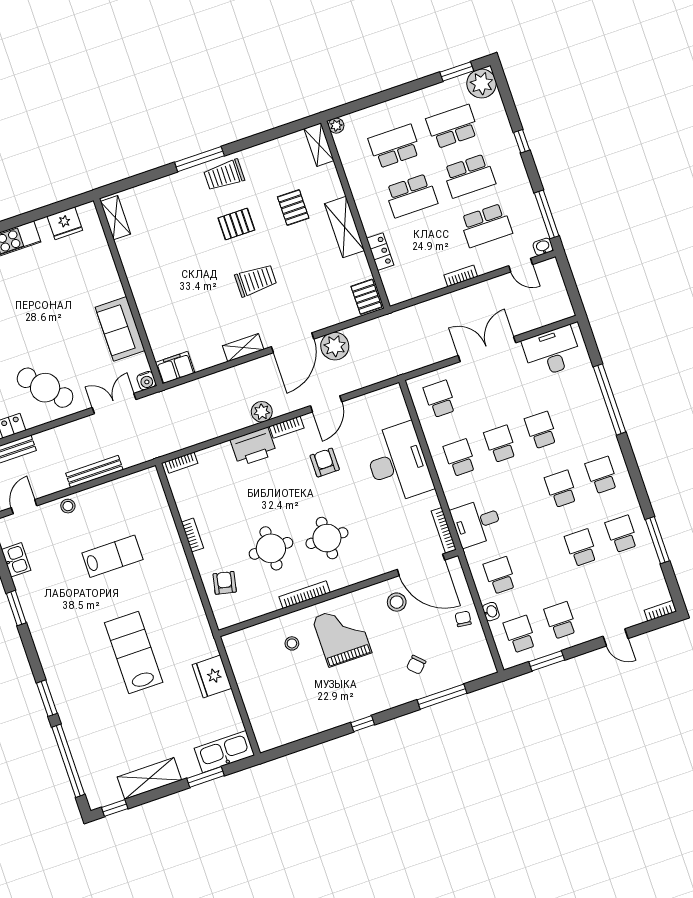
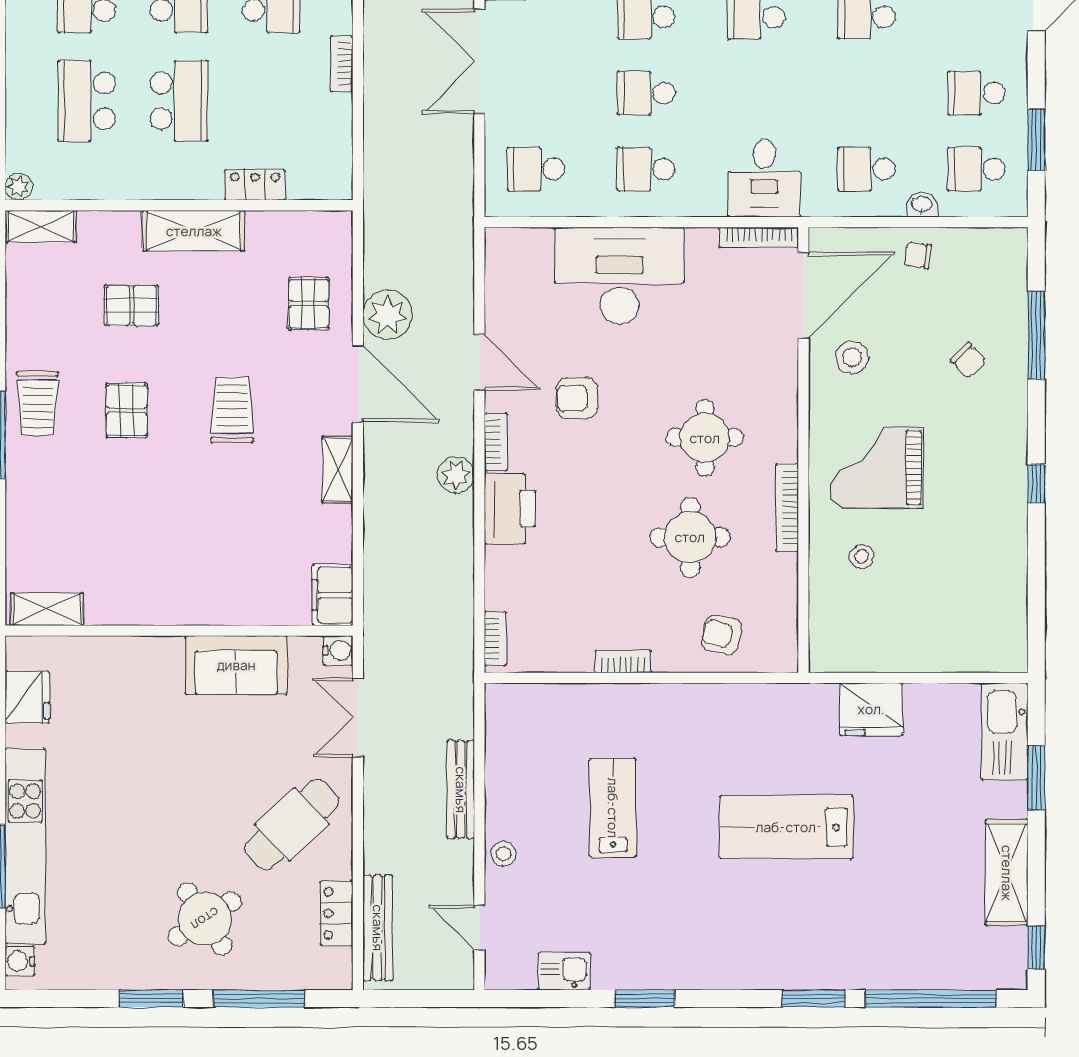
pallet: (366, 297) -> (309, 304), moved, turned 90

